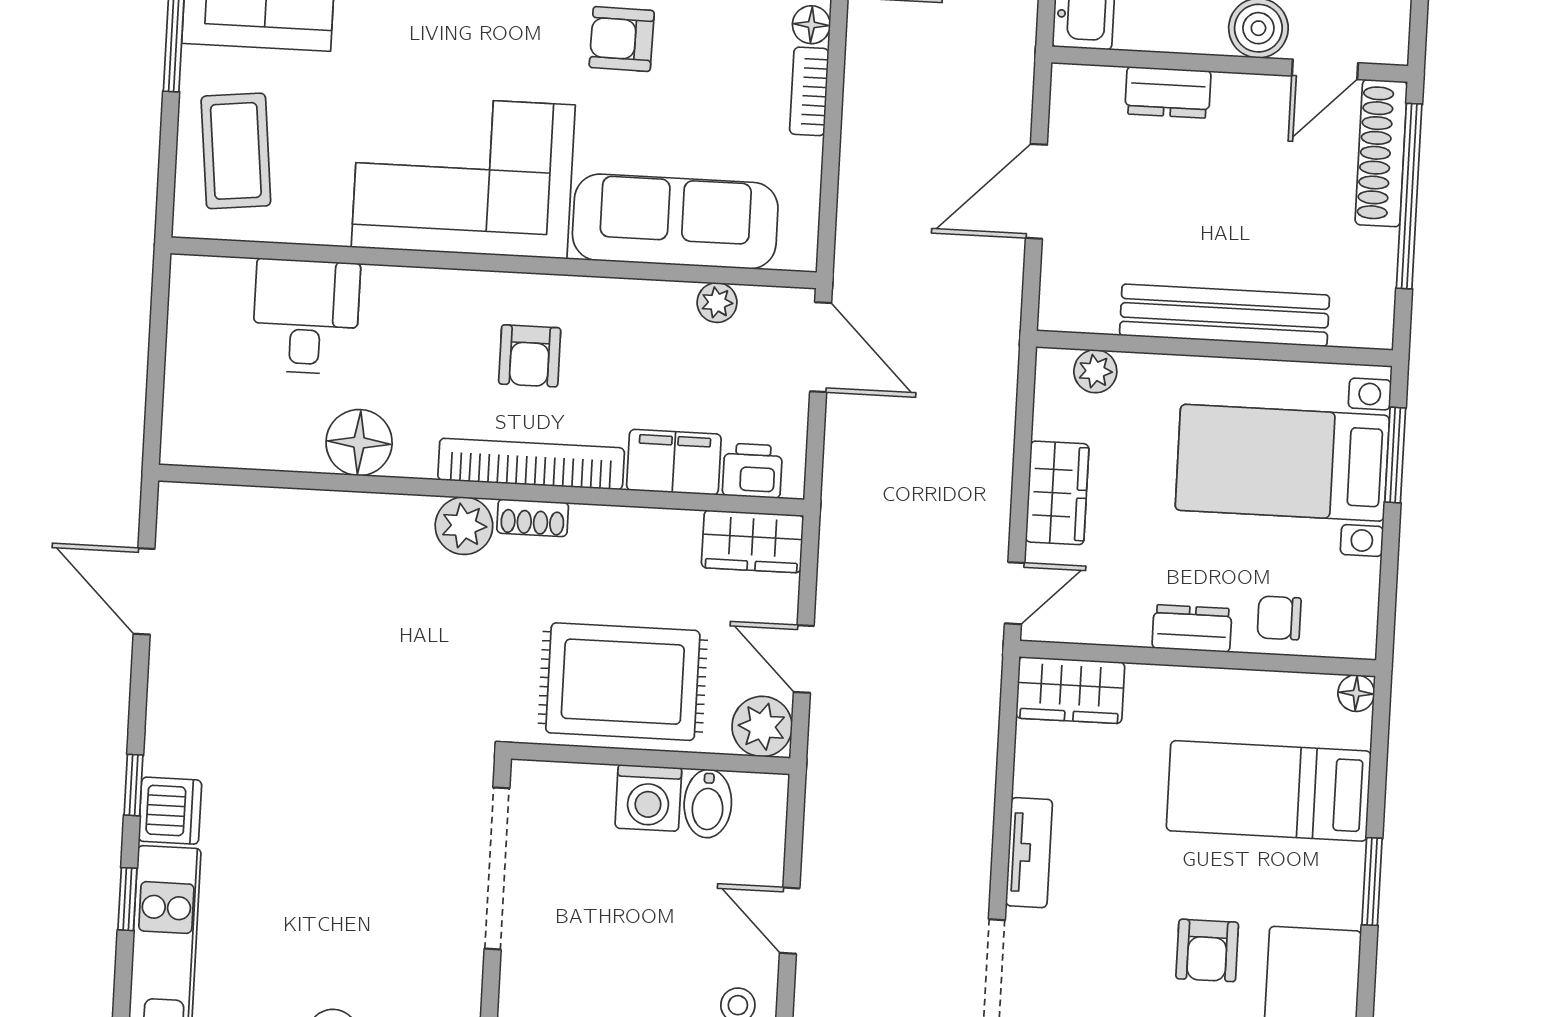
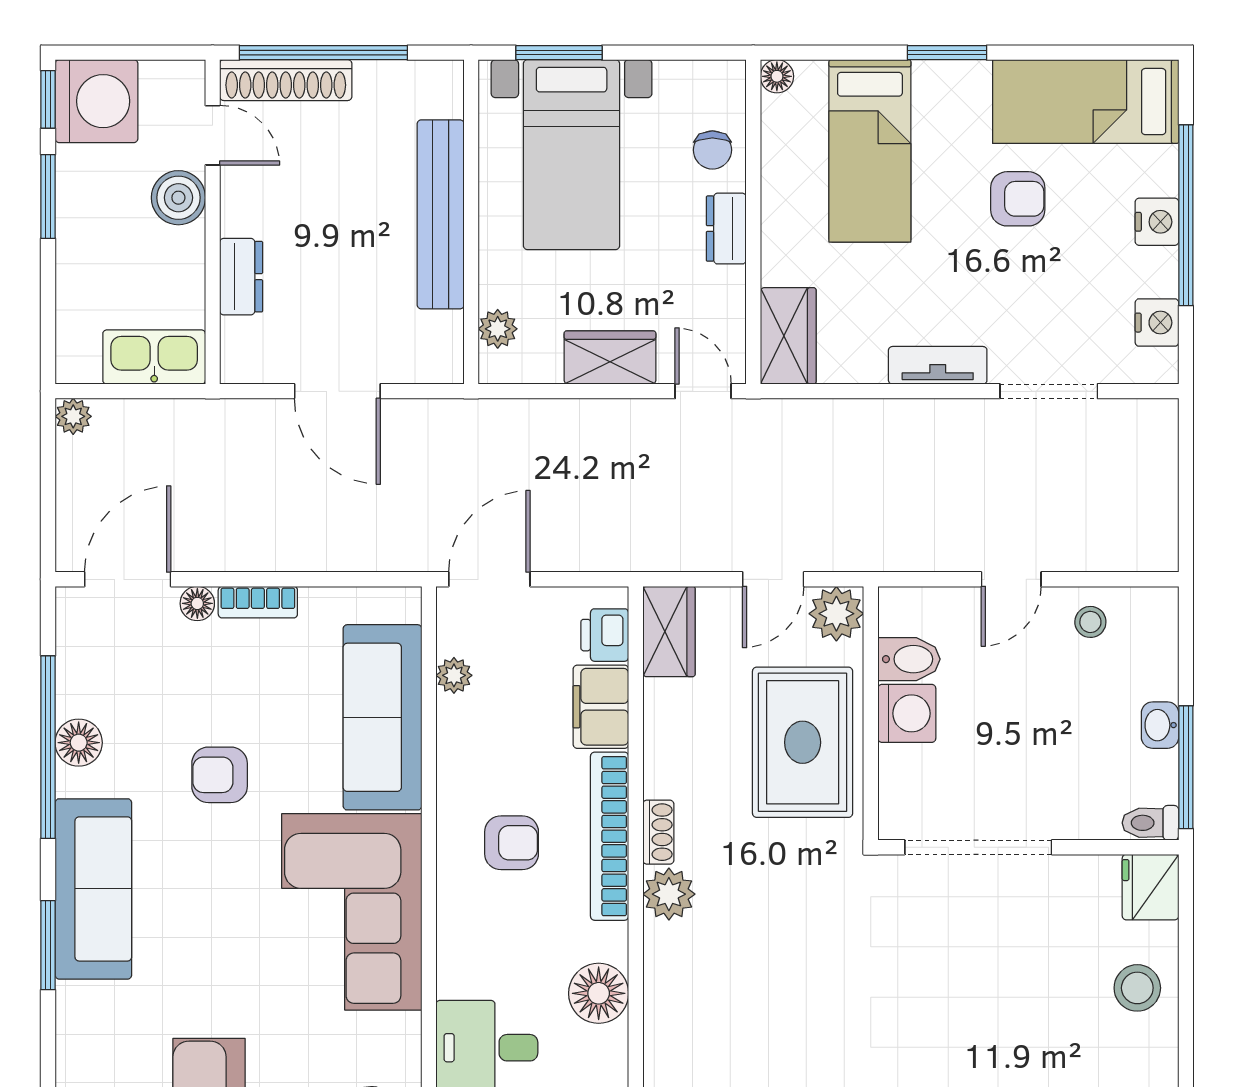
armchair: (622, 39) -> (220, 775), turned 89

